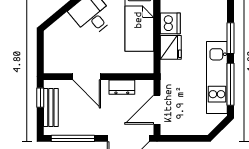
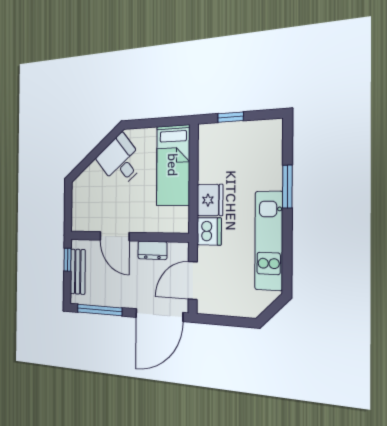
dishwasher: (170, 23) -> (209, 231), moved
window: (230, 84) -> (287, 251), removed

